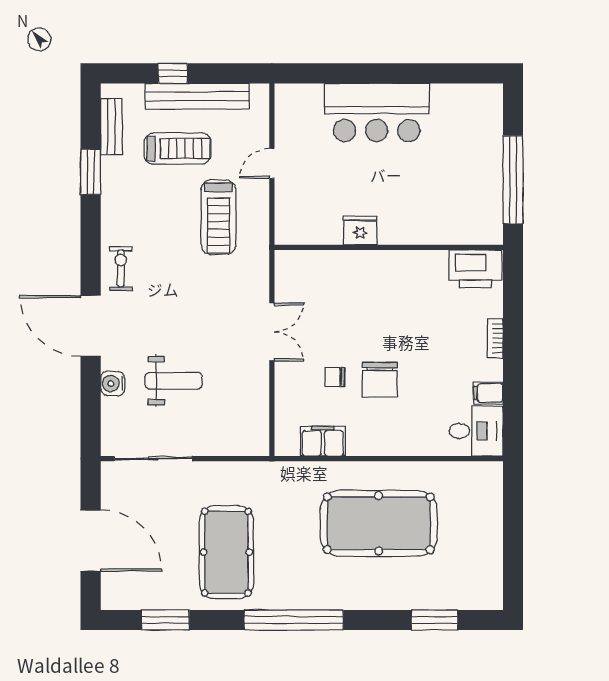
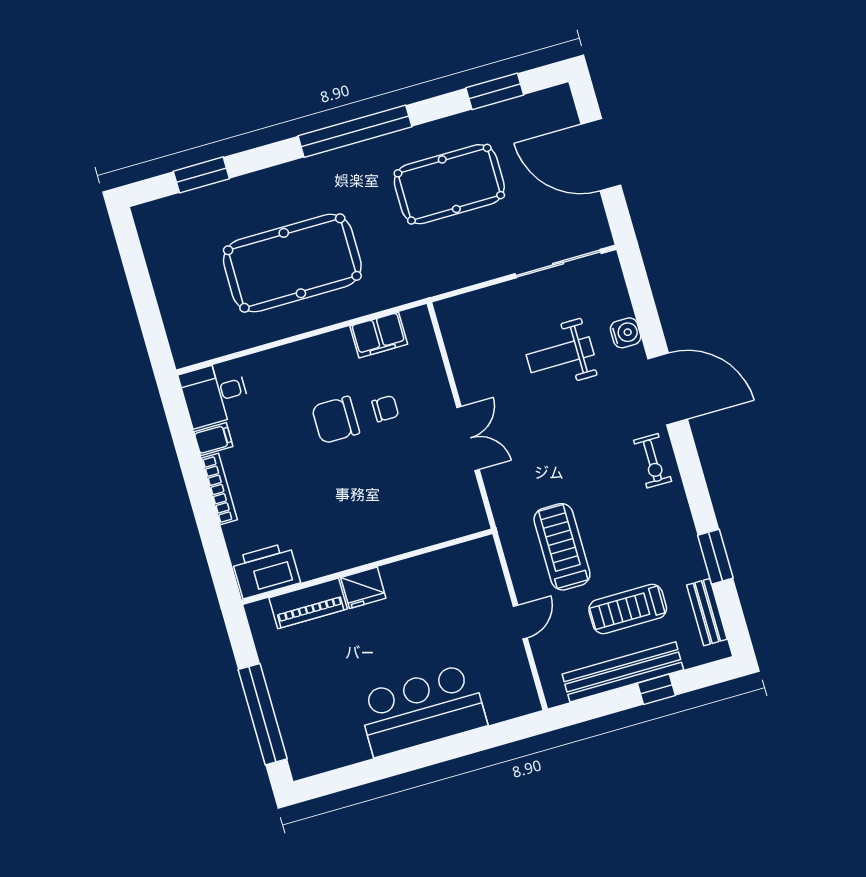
window: (513, 180) -> (263, 714), moved
fridge: (360, 230) -> (363, 588), moved
piano: (448, 231) -> (308, 603), added
double door: (272, 332) -> (468, 438), swing flipped
bookcase: (495, 338) -> (219, 489), width x1.56
chair: (380, 380) -> (336, 420), turned -90
pool table: (226, 552) -> (449, 184), turned 90

